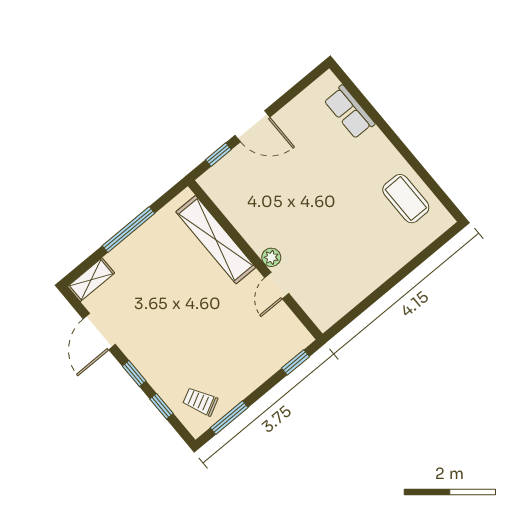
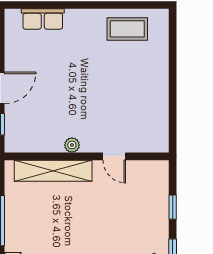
plant: (271, 257) -> (72, 145), moved
window: (295, 362) -> (173, 207), moved

